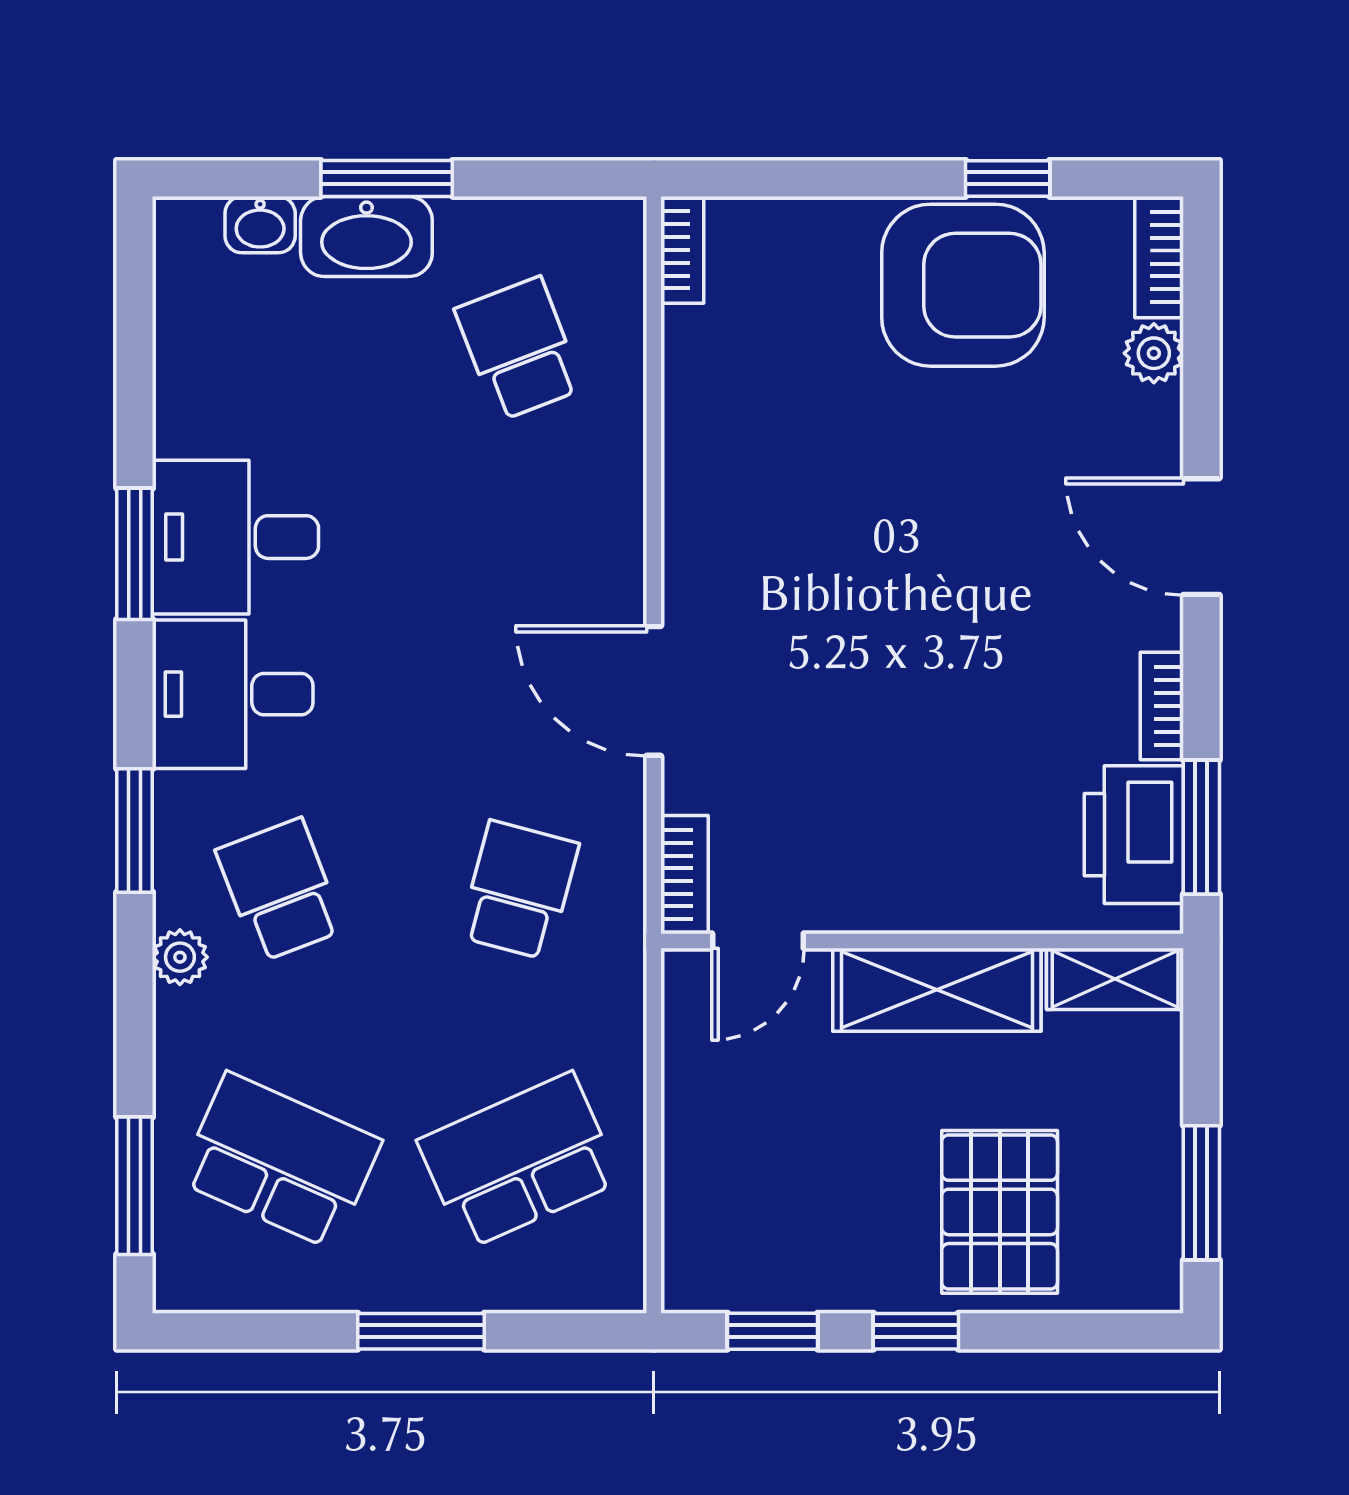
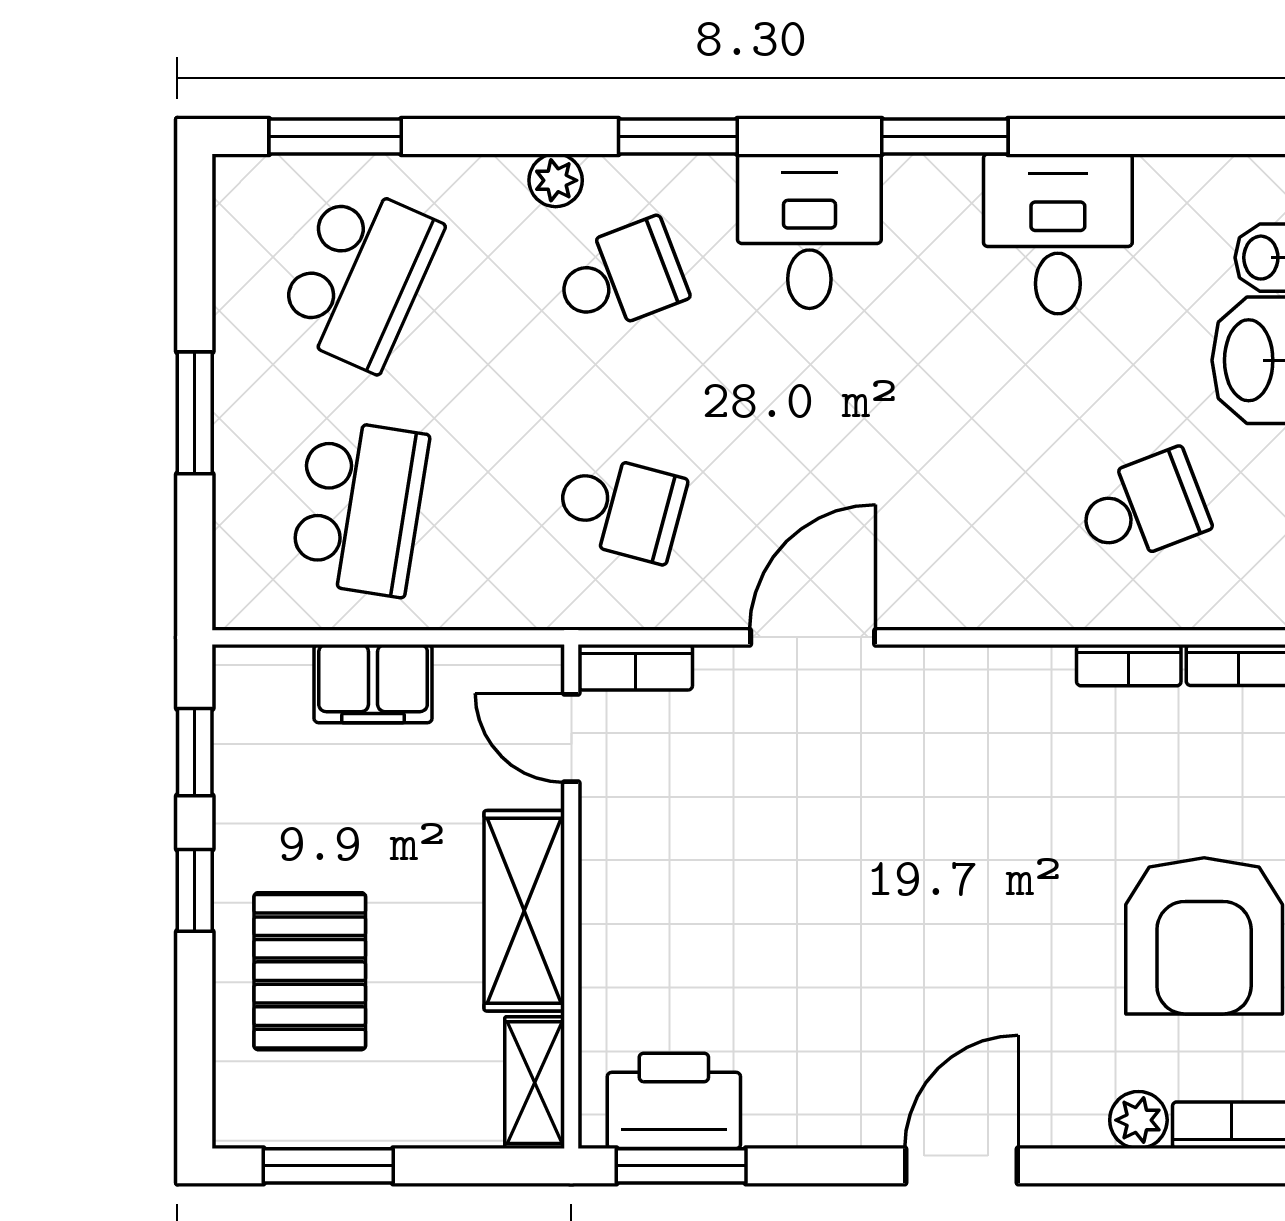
desk: (235, 537) -> (1058, 234), moved
bookcase: (1162, 706) -> (1129, 665), moved, turned 180
filing cabinet: (701, 1146) -> (373, 684), added
school desk: (519, 1161) -> (359, 507), turned 33
pallet: (1000, 1212) -> (310, 971), turned 90

